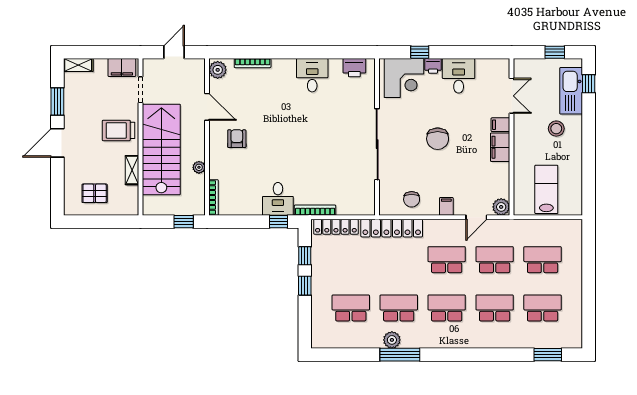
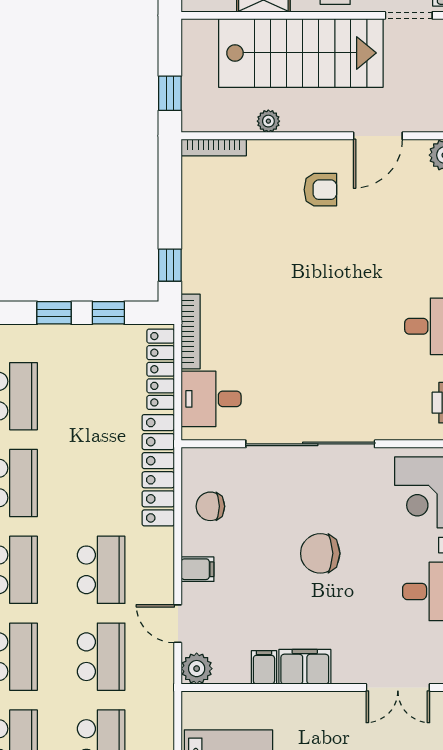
filing cabinet: (500, 125) -> (264, 667), moved
desk: (278, 199) -> (211, 399), moved

